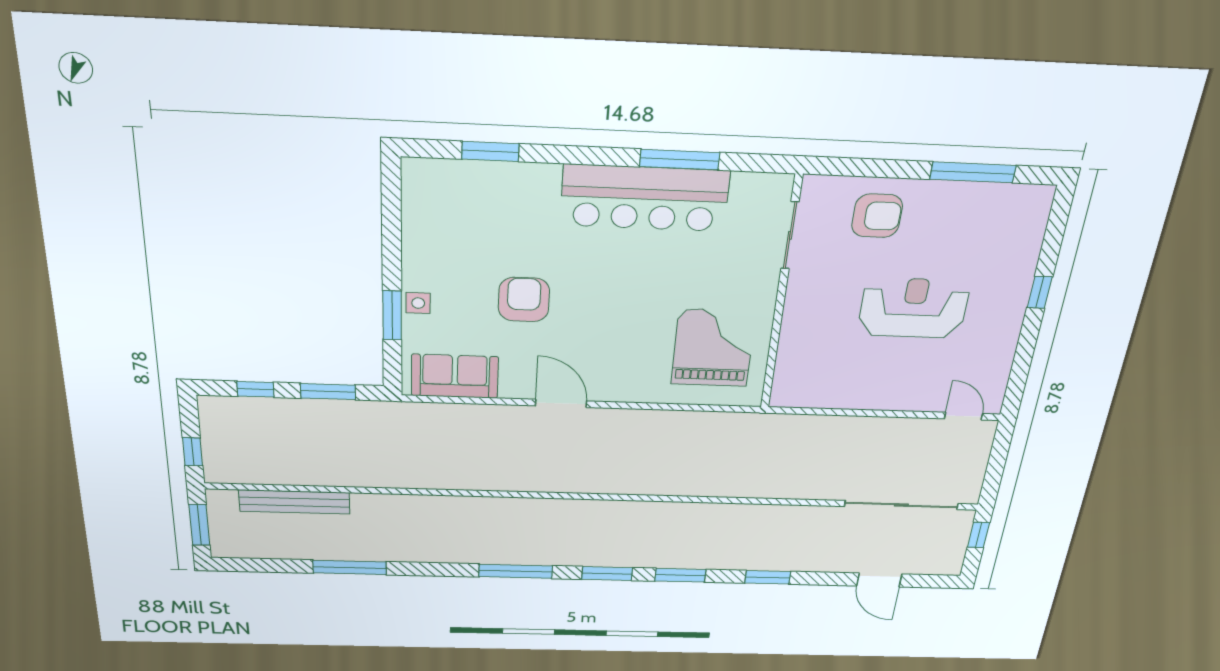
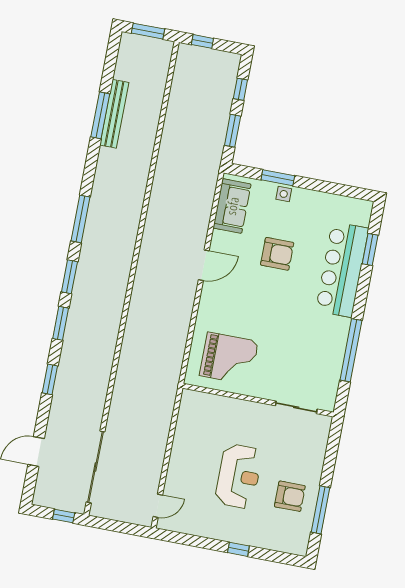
window: (680, 160) -> (351, 350), width x1.46
bar counter: (645, 198) -> (342, 270), moved
armchair: (877, 216) -> (290, 496), moved, turned -90
bench: (294, 502) -> (114, 114), moved

